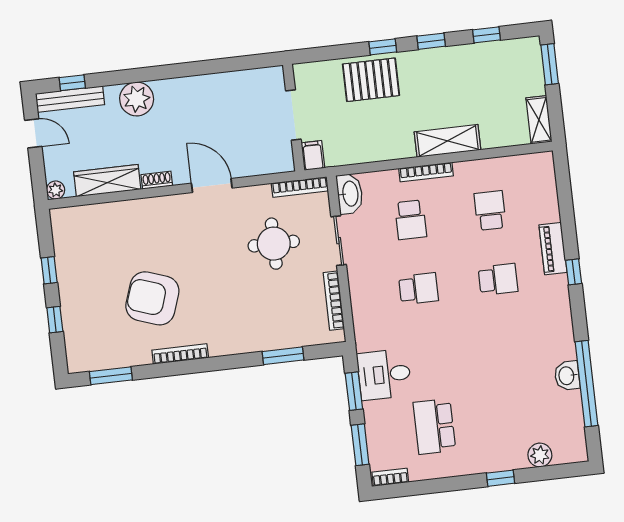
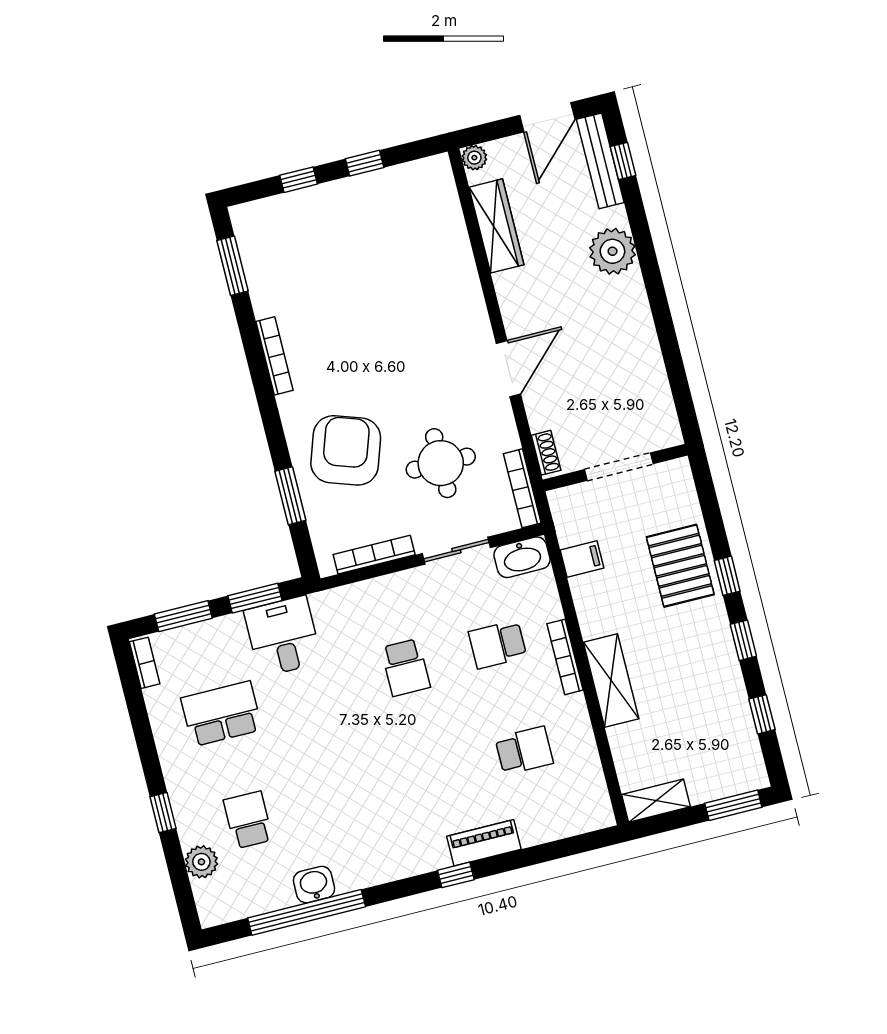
door: (33, 133) -> (547, 117), width x1.38
filing cabinet: (313, 155) -> (582, 559), moved
shoe rack: (157, 180) -> (546, 453), moved
school desk: (498, 279) -> (248, 820), moved, turned 180
armchair: (152, 298) -> (346, 450), moved

